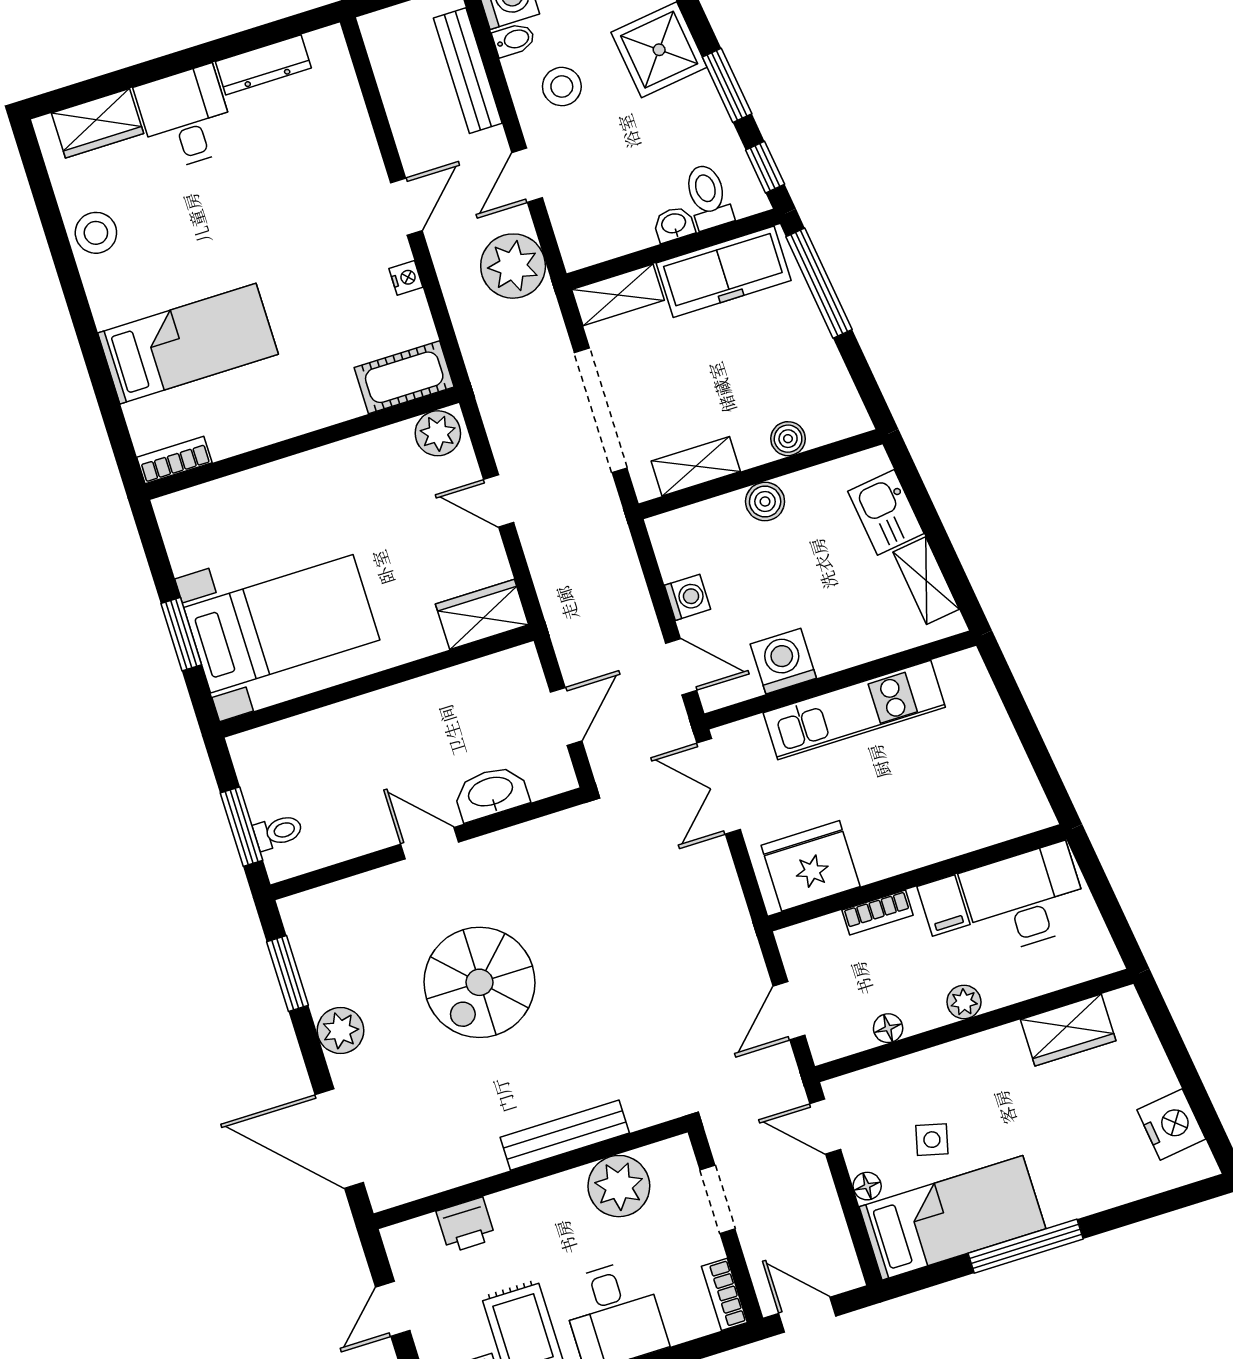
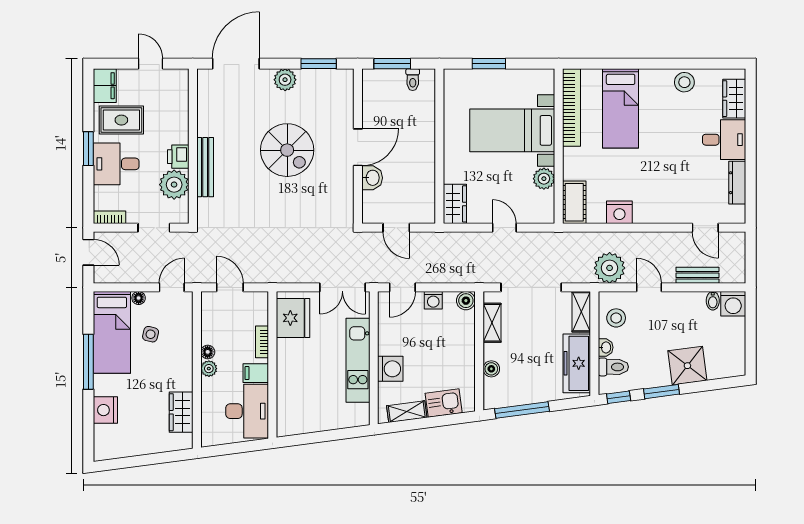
bench: (468, 71) -> (698, 275), width x0.73
stool: (562, 87) -> (616, 318), moved
door: (406, 207) -> (705, 228), moved
nightstand: (406, 278) -> (619, 212), width x1.89, depth x1.79
window: (819, 283) -> (522, 410), moved
plant: (438, 433) -> (544, 179), moved
bookcase: (174, 460) -> (571, 108), width x2.31, depth x1.31
door: (499, 501) -> (504, 228), hinge flipped
boiler: (765, 501) -> (466, 301), moved
bed with nightstands: (282, 624) -> (512, 130), moved, turned 90
washing machine: (783, 661) -> (390, 369), moved
double door: (719, 786) -> (342, 287), swing flipped
washbasin: (491, 793) -> (372, 178), width x0.72
toilet: (278, 832) -> (413, 80), moved
door: (430, 843) -> (358, 147), width x1.38
spiral stairs: (480, 982) -> (287, 150), turned 180
floor lamp: (888, 1028) -> (208, 352), moved
nightstand: (1171, 1124) -> (105, 410), moved, turned 98
printer: (466, 1225) -> (178, 157), moved
door: (807, 1315) -> (88, 252), hinge flipped

